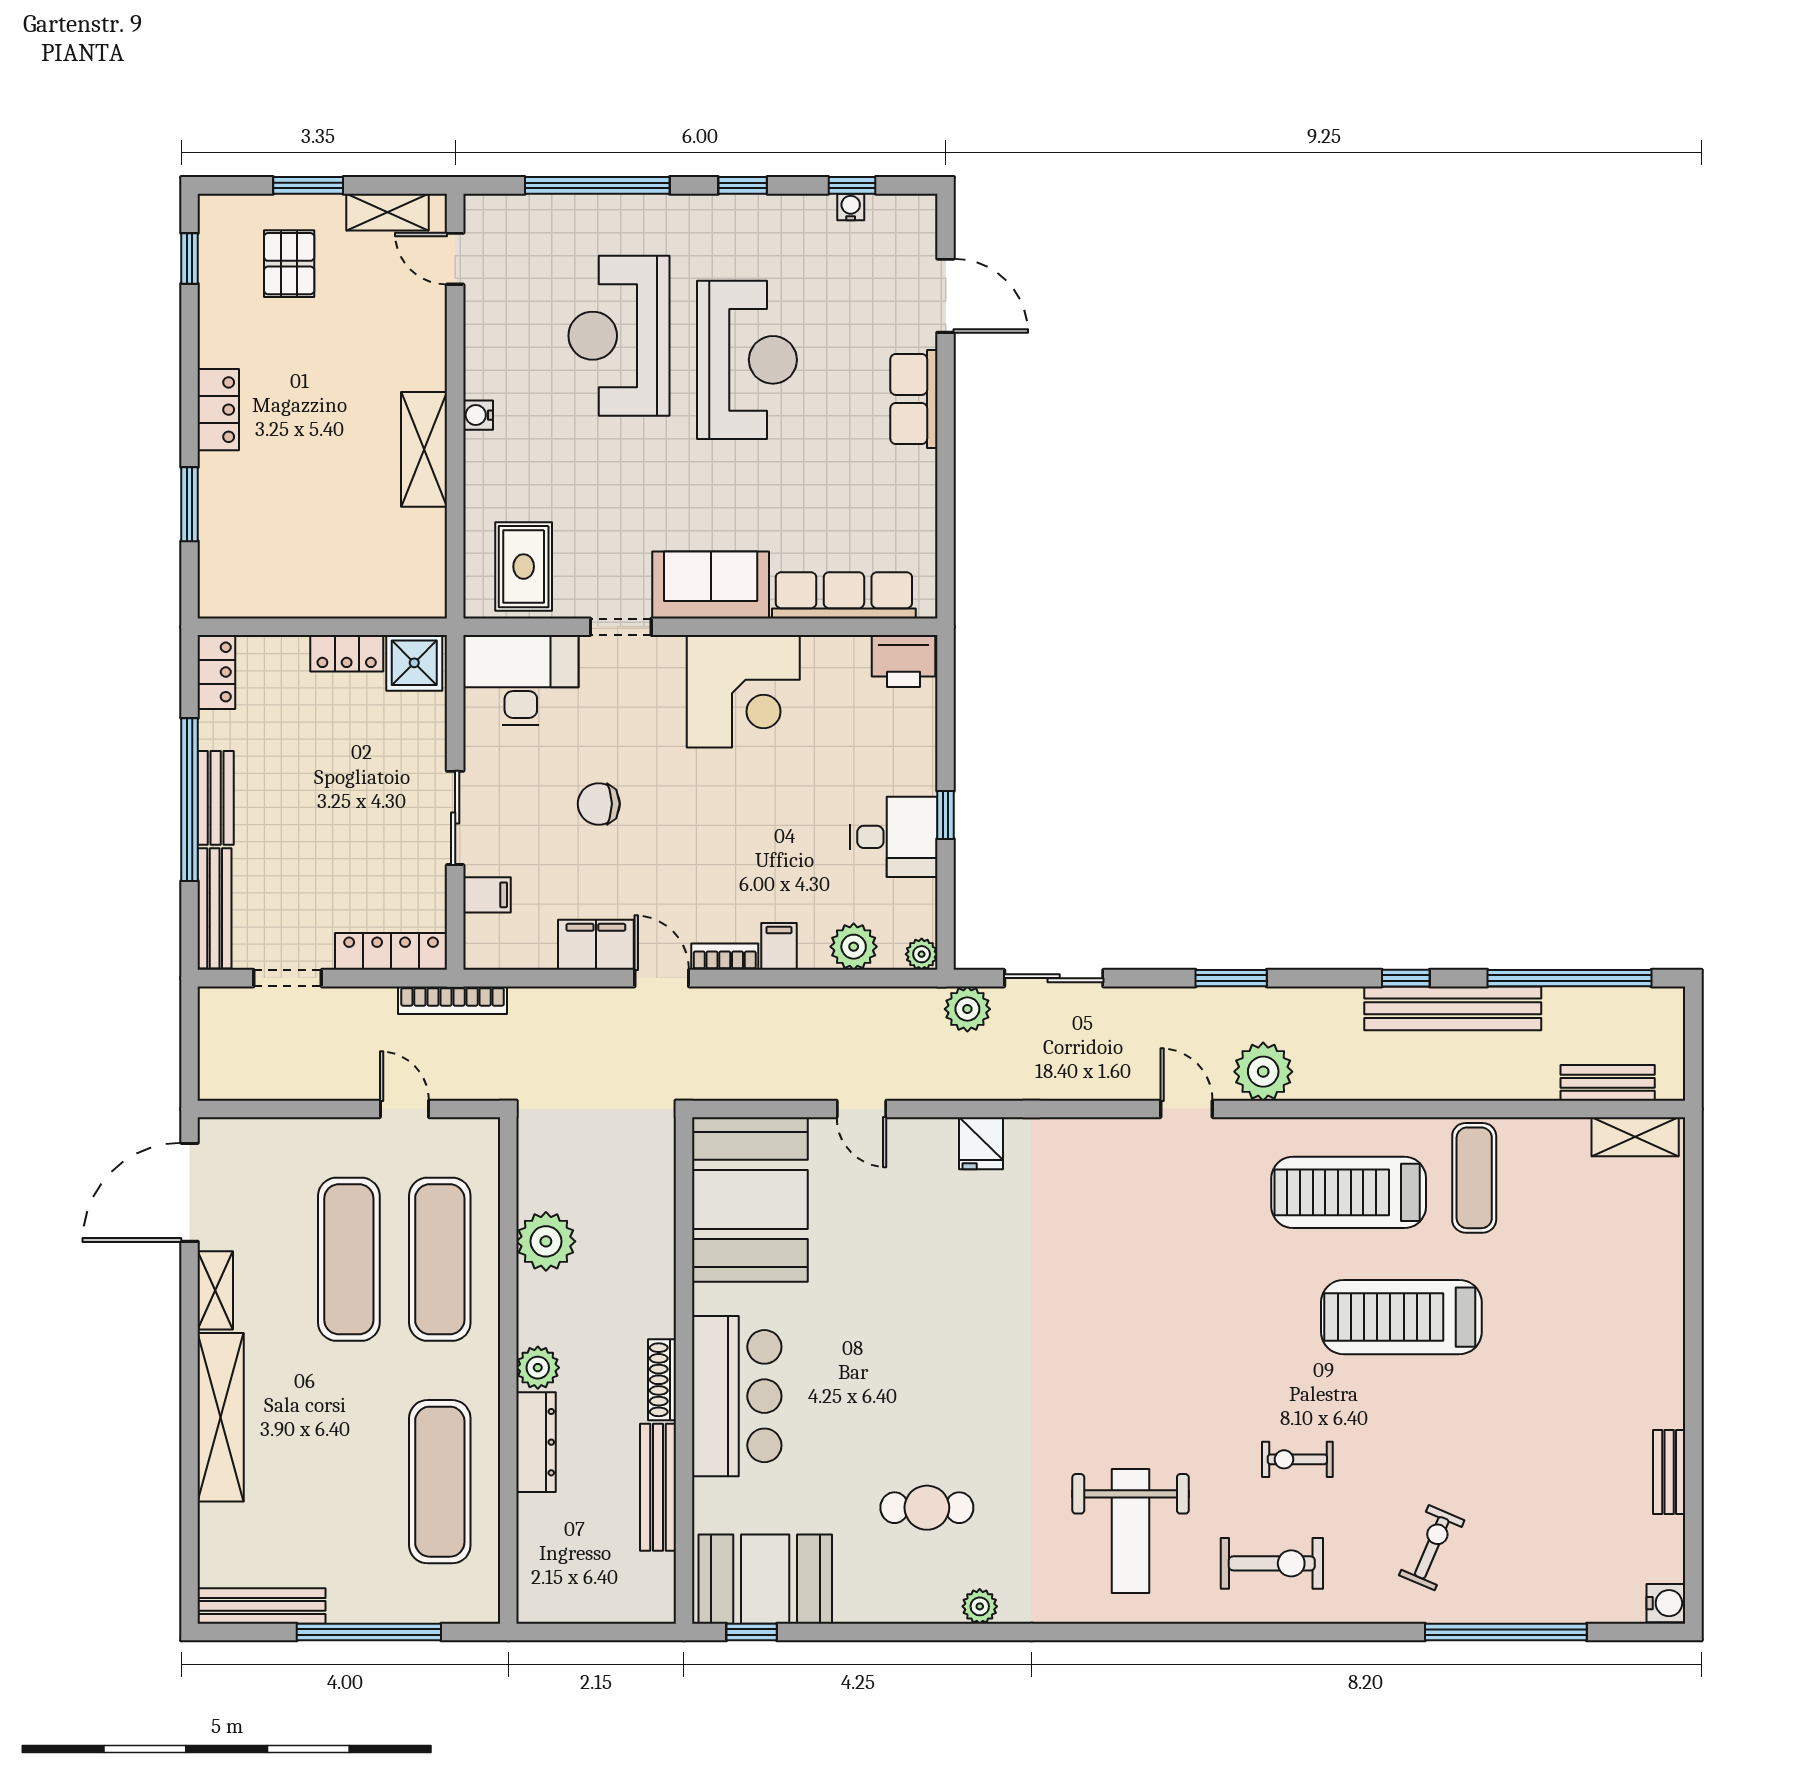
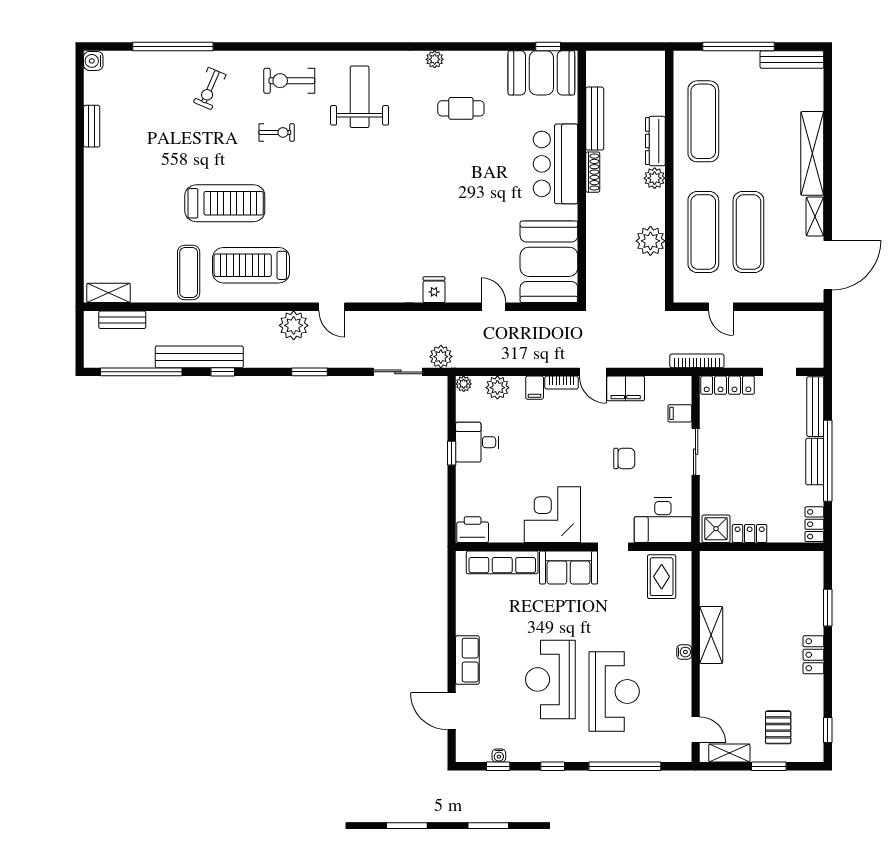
treadmill: (1349, 1192) -> (251, 265), turned 180

